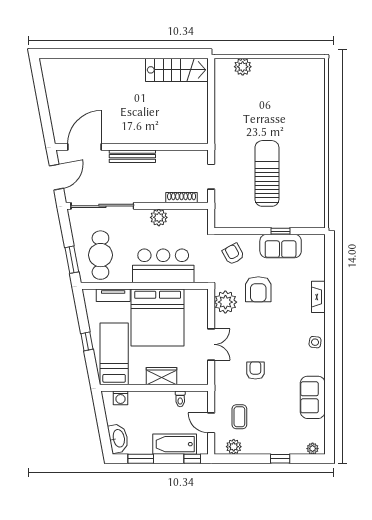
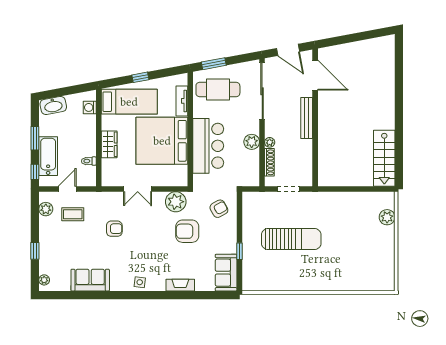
plant: (159, 197) -> (270, 142), added
sofa: (281, 246) -> (226, 273), moved
window: (141, 459) -> (35, 138), moved

